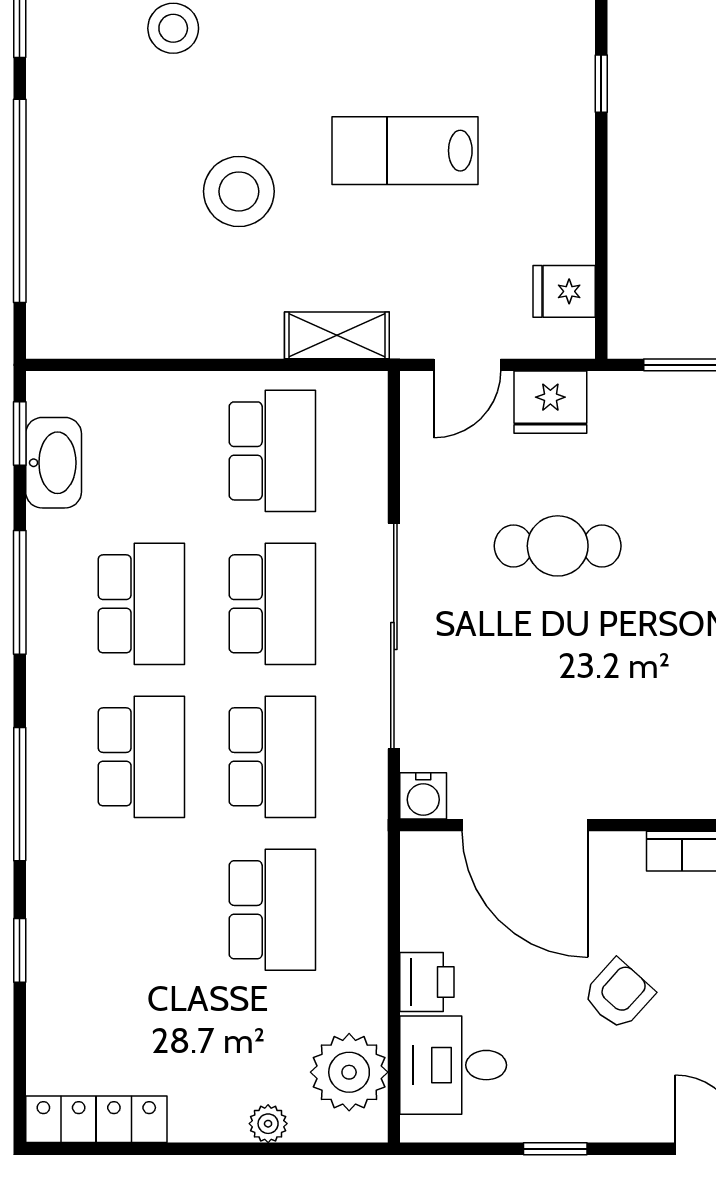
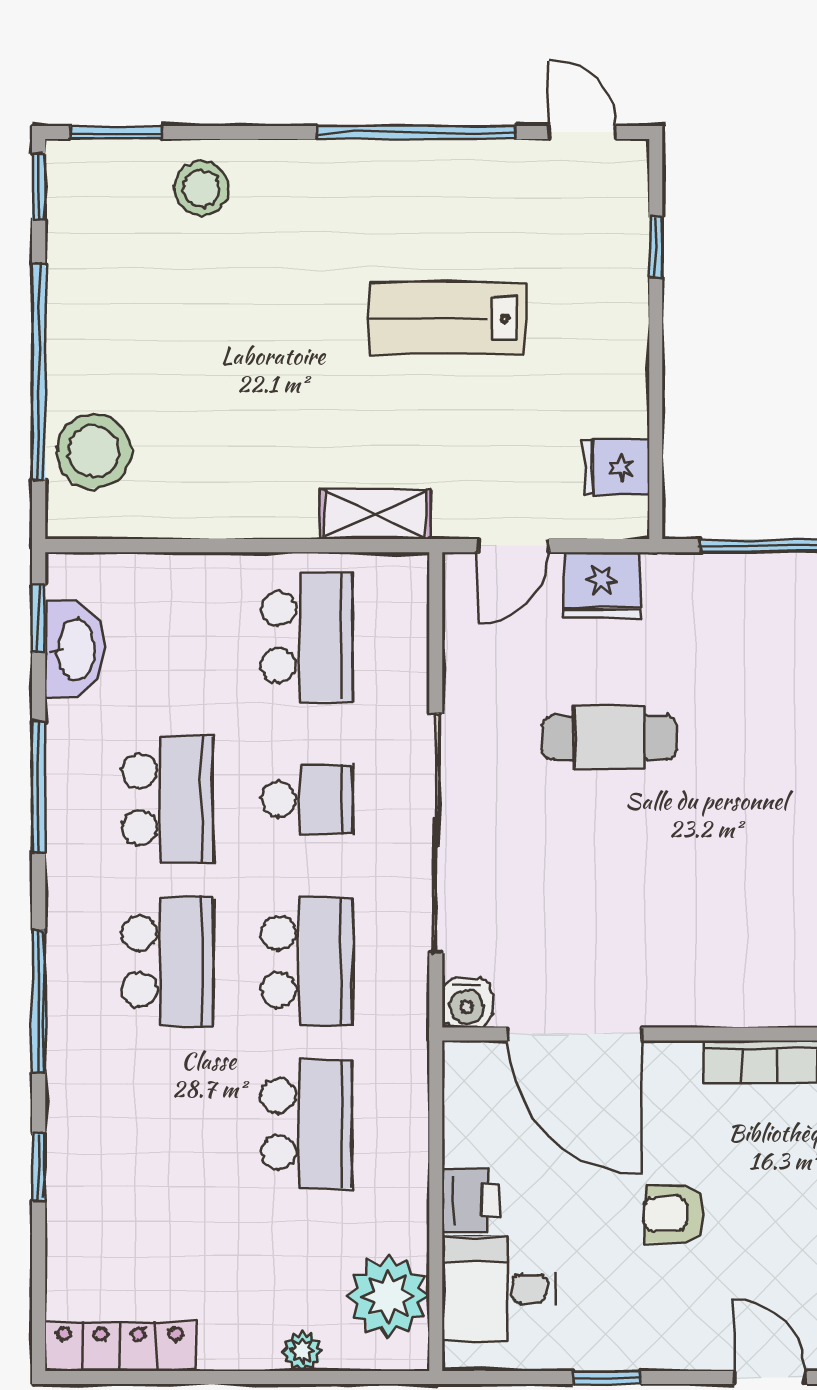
stool: (239, 191) -> (94, 451), moved
school desk: (272, 604) -> (307, 799), width x0.54
armchair: (618, 994) -> (674, 1214), turned -132

